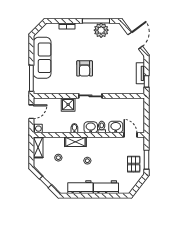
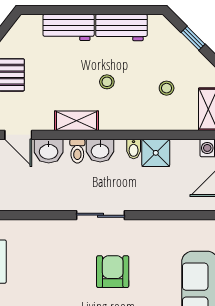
shower: (68, 105) -> (156, 153), moved
shelving: (75, 142) -> (77, 121), moved

